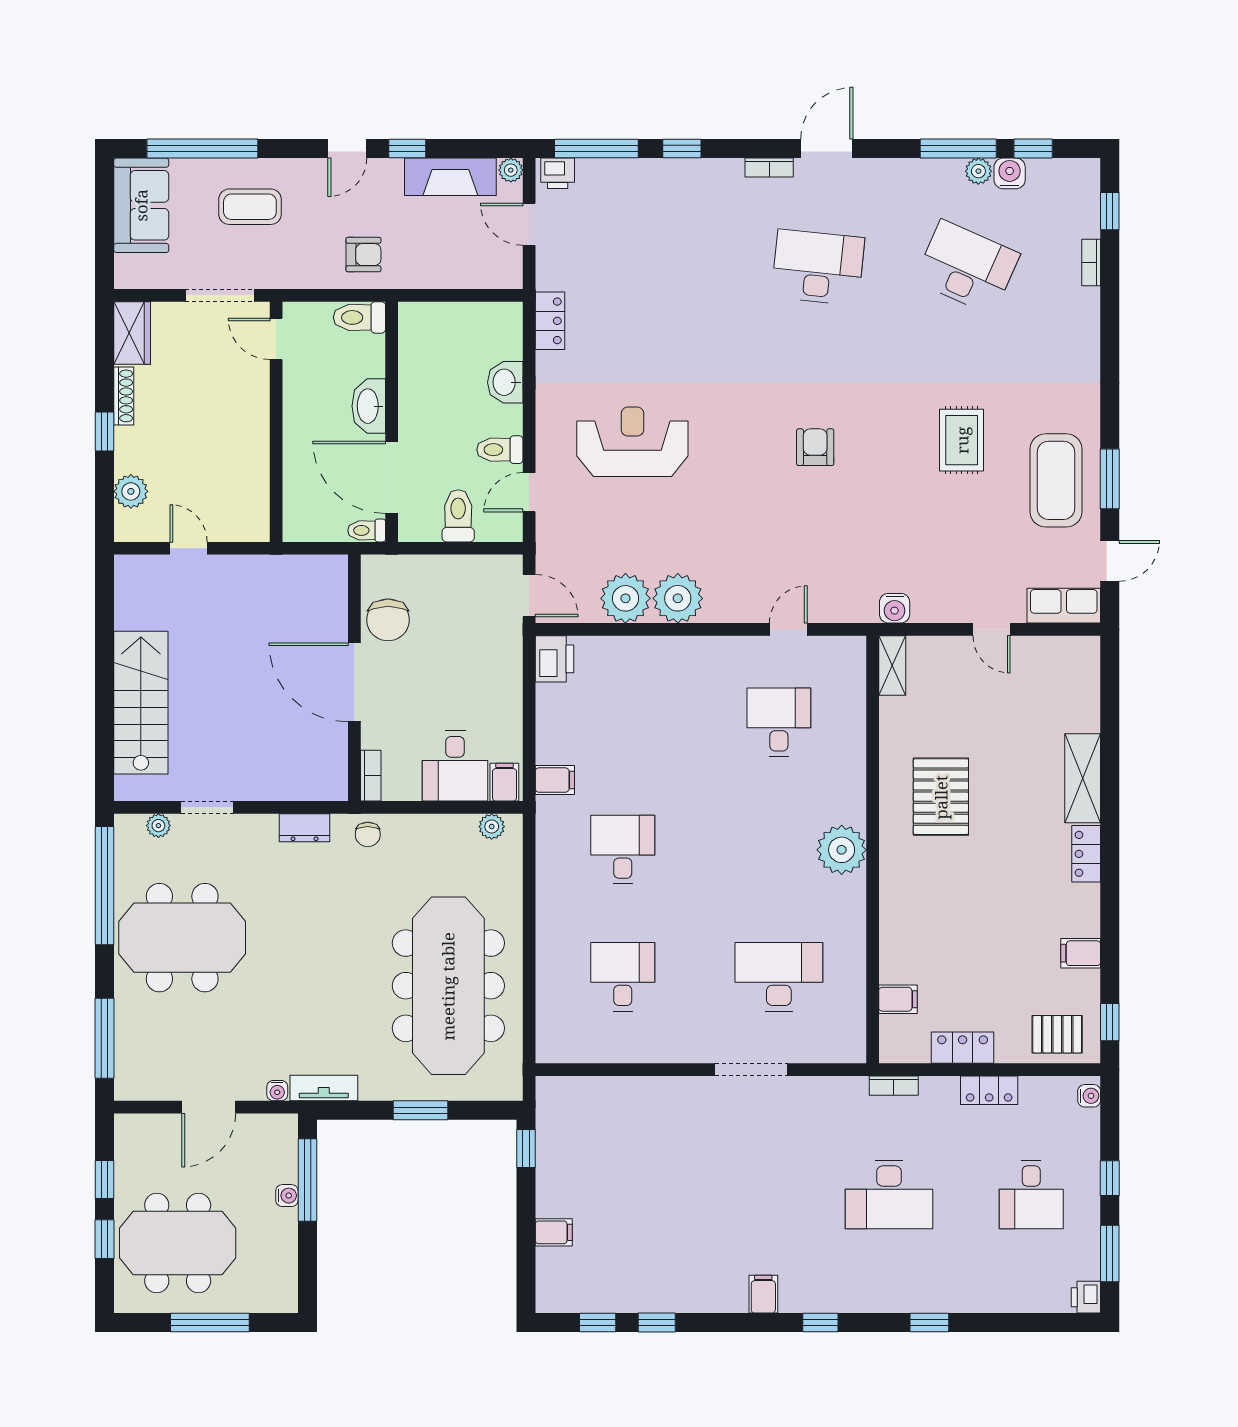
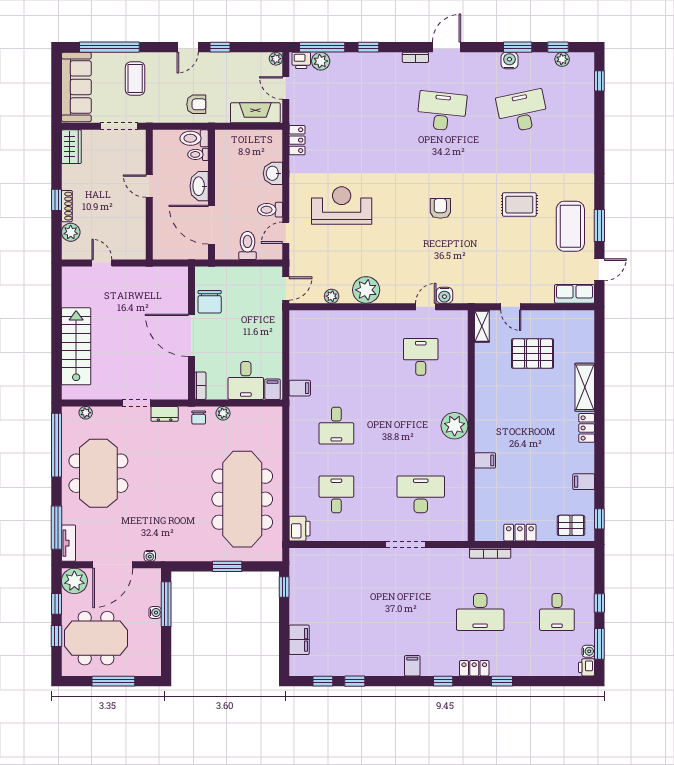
window: (958, 149) -> (518, 47), width x0.69
plant: (978, 171) -> (562, 59), moved
water cooler: (1010, 173) -> (509, 61), moved
plant: (594, 175) -> (321, 61), added
fireplace: (450, 177) -> (255, 113), moved, turned 180
sofa: (141, 205) -> (76, 87), width x1.36
coffee table: (250, 207) -> (135, 78), turned 90
bookcase: (1091, 263) -> (589, 109), removed
desk: (967, 267) -> (522, 111), turned -36
door: (276, 339) -> (149, 186), moved
shoe rack: (124, 396) -> (67, 206), moved
rug: (962, 440) -> (519, 205), turned 90
toilet: (367, 530) -> (198, 154), moved
door: (529, 596) -> (286, 289), hinge flipped
plant: (625, 598) -> (332, 296), width x0.53, depth x0.53
water cooler: (895, 608) -> (444, 295), moved
door: (991, 629) -> (511, 307), moved
printer: (555, 659) -> (300, 529), moved
pallet: (941, 797) -> (533, 354), moved, turned 90
doorway: (207, 807) -> (137, 403), moved
plant: (492, 827) -> (223, 413), moved
desk: (623, 850) -> (336, 426), turned 180
meeting table: (182, 938) -> (98, 473), turned 90
filing cabinet: (898, 999) -> (485, 460), moved
bookcase: (894, 1086) -> (490, 553), width x1.56
tv unit: (324, 1088) -> (69, 543), moved, turned 90
locker: (989, 1090) -> (474, 668), moved, turned 180
water cooler: (1089, 1096) -> (588, 651), moved
door: (209, 1107) -> (113, 565), width x1.36
plant: (138, 1137) -> (74, 581), added
filing cabinet: (554, 1232) -> (299, 640), width x2.00

